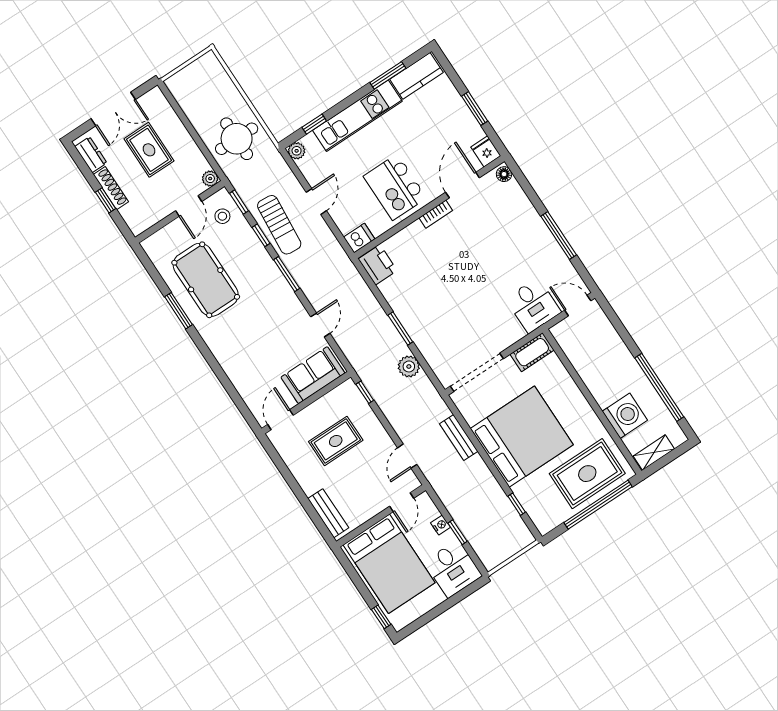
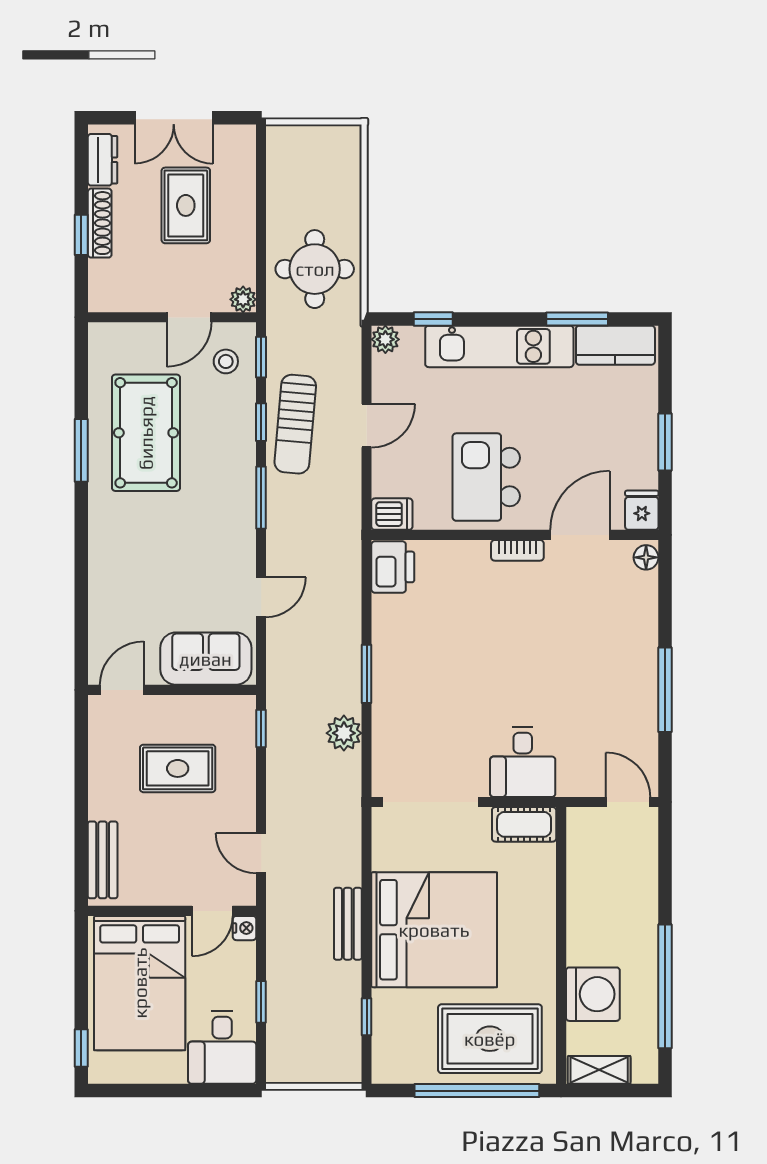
desk: (533, 305) -> (523, 762), moved
bench: (459, 438) -> (348, 924), moved
door: (407, 456) -> (261, 853), hinge flipped
nightstand: (441, 525) -> (244, 928), moved

